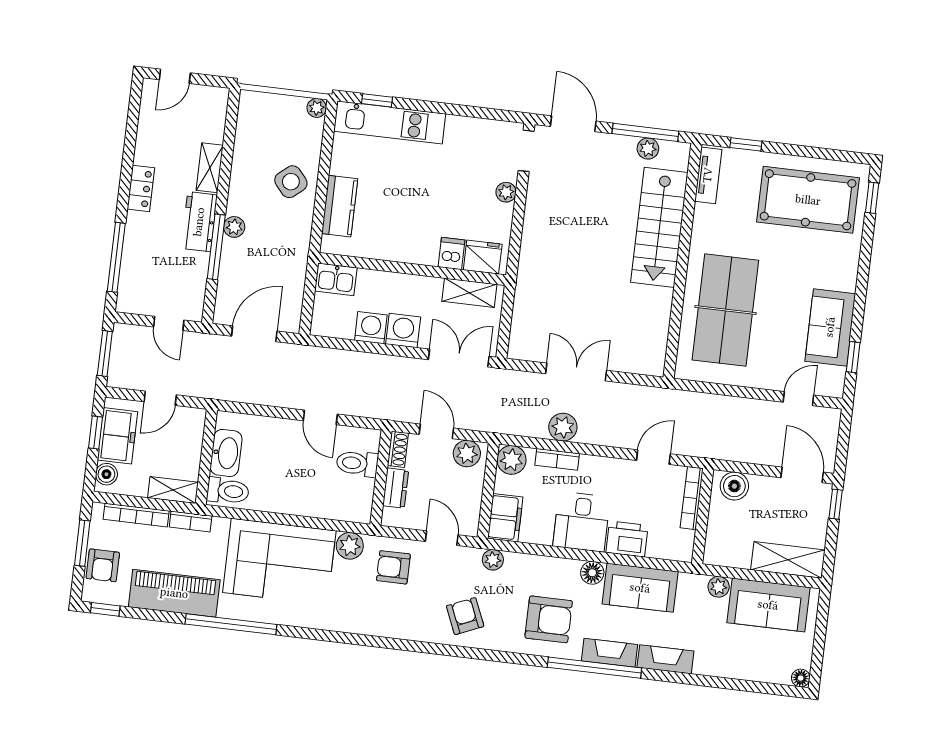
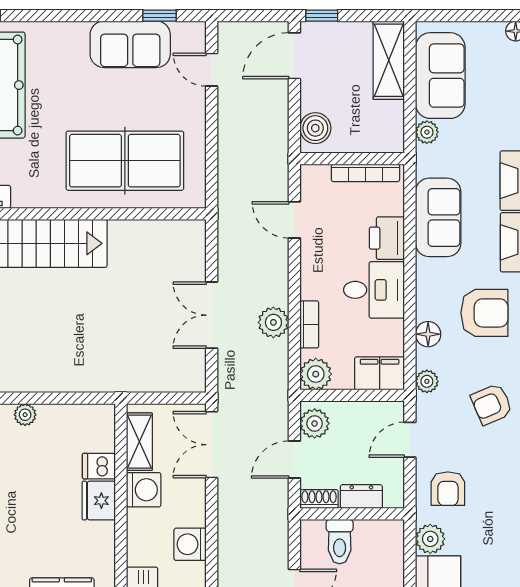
fridge: (483, 257) -> (99, 501), moved
washing machine: (403, 331) -> (144, 490), moved, turned 180
bookcase: (692, 498) -> (365, 173), moved
floor lamp: (592, 573) -> (428, 334), moved
armchair: (549, 619) -> (484, 313), turned 90

